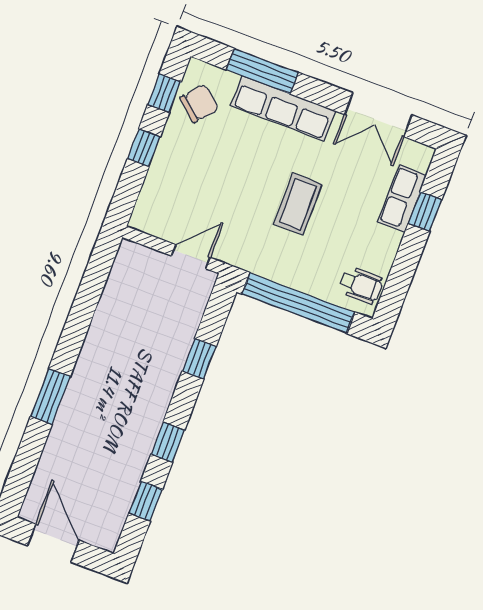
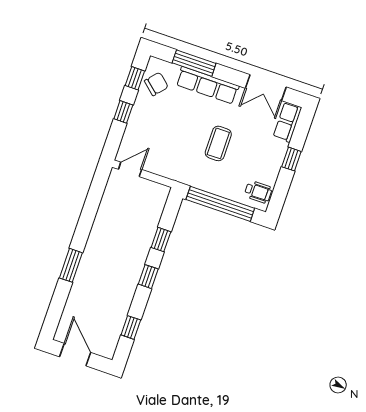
row of seats: (402, 199) -> (287, 122), moved
window: (425, 211) -> (291, 159), moved
door: (191, 257) -> (130, 169), moved
window: (168, 442) -> (148, 277), moved

